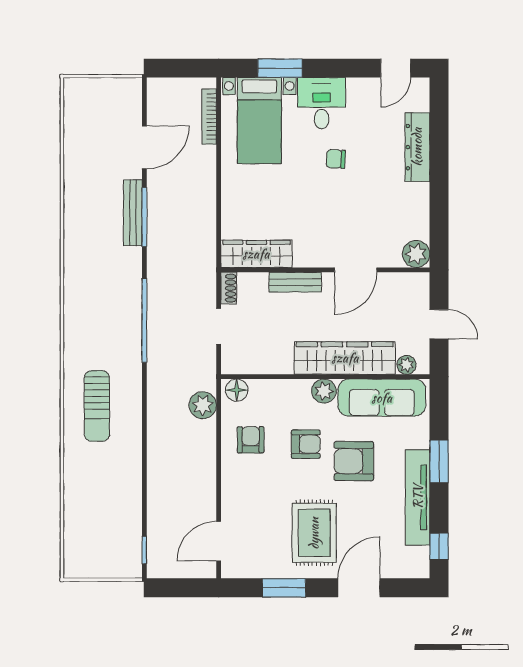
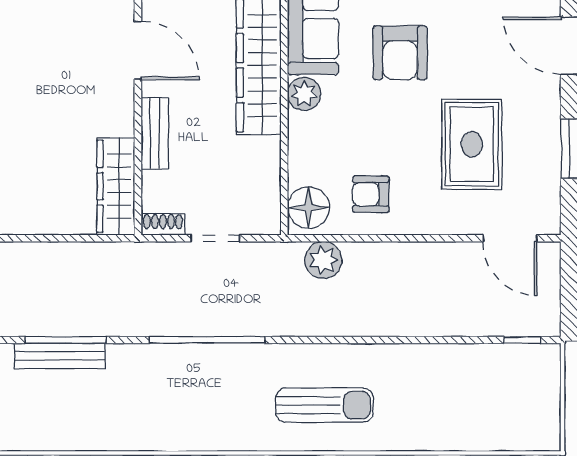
floor lamp: (237, 390) -> (308, 208), width x1.38, depth x1.38
armchair: (306, 444) -> (377, 119), removed
rug: (314, 533) -> (472, 144), moved, turned 90

